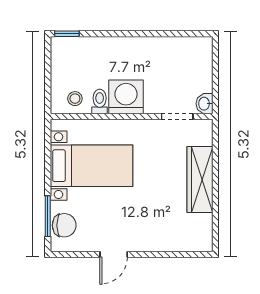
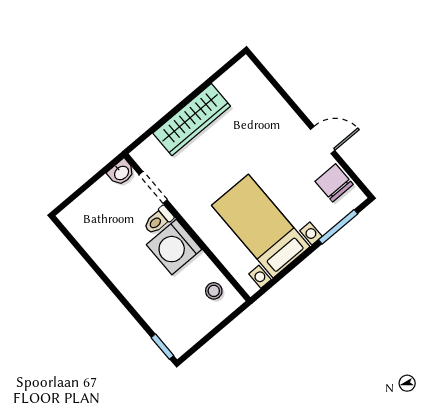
toilet: (100, 102) -> (158, 220), moved
chair: (64, 225) -> (334, 183), moved

